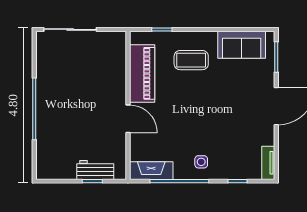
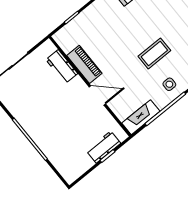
coffee table: (191, 60) -> (154, 53), moved
workbench: (117, 66) -> (62, 67), added
piano: (142, 73) -> (84, 64), width x0.73, depth x0.75

